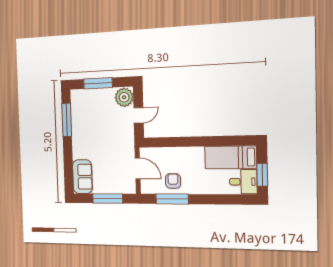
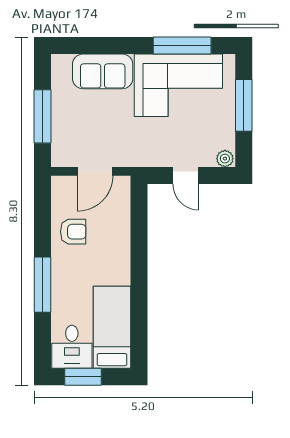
plant: (124, 97) -> (225, 159), width x0.53, depth x0.53
corner sofa: (88, 121) -> (178, 85), added
sofa: (82, 177) -> (103, 71), moved
window: (172, 199) -> (43, 285), moved

